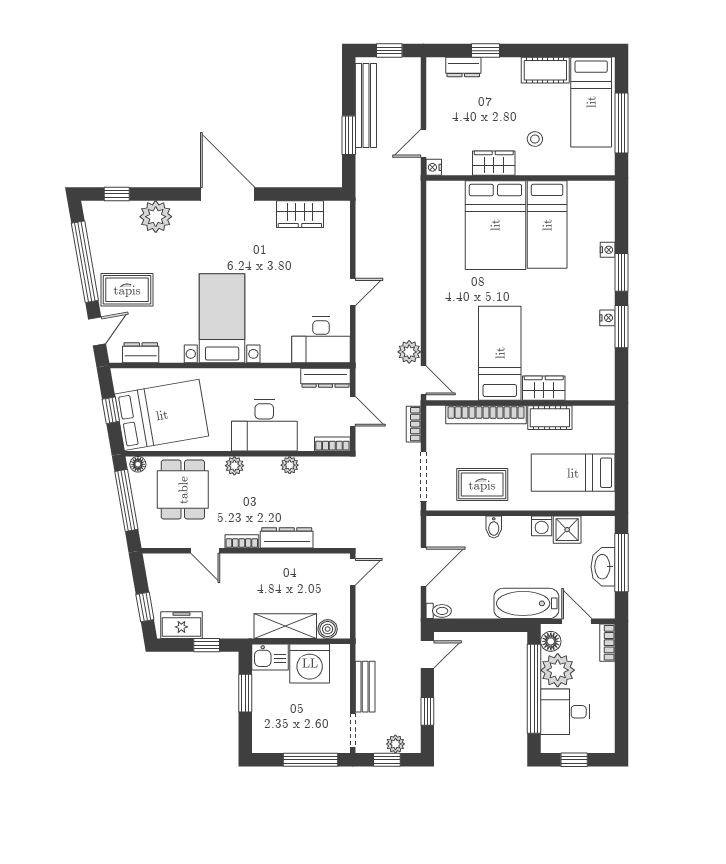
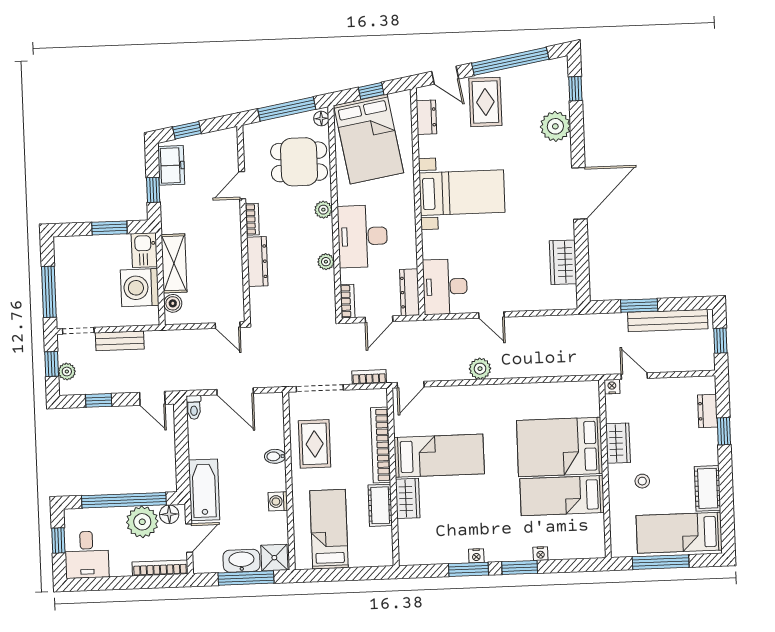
plant: (409, 352) -> (480, 369), moved
shower: (567, 530) -> (274, 558), moved
bookcase: (607, 643) -> (160, 568), width x1.56
desk: (565, 712) -> (87, 555), moved, turned 180

